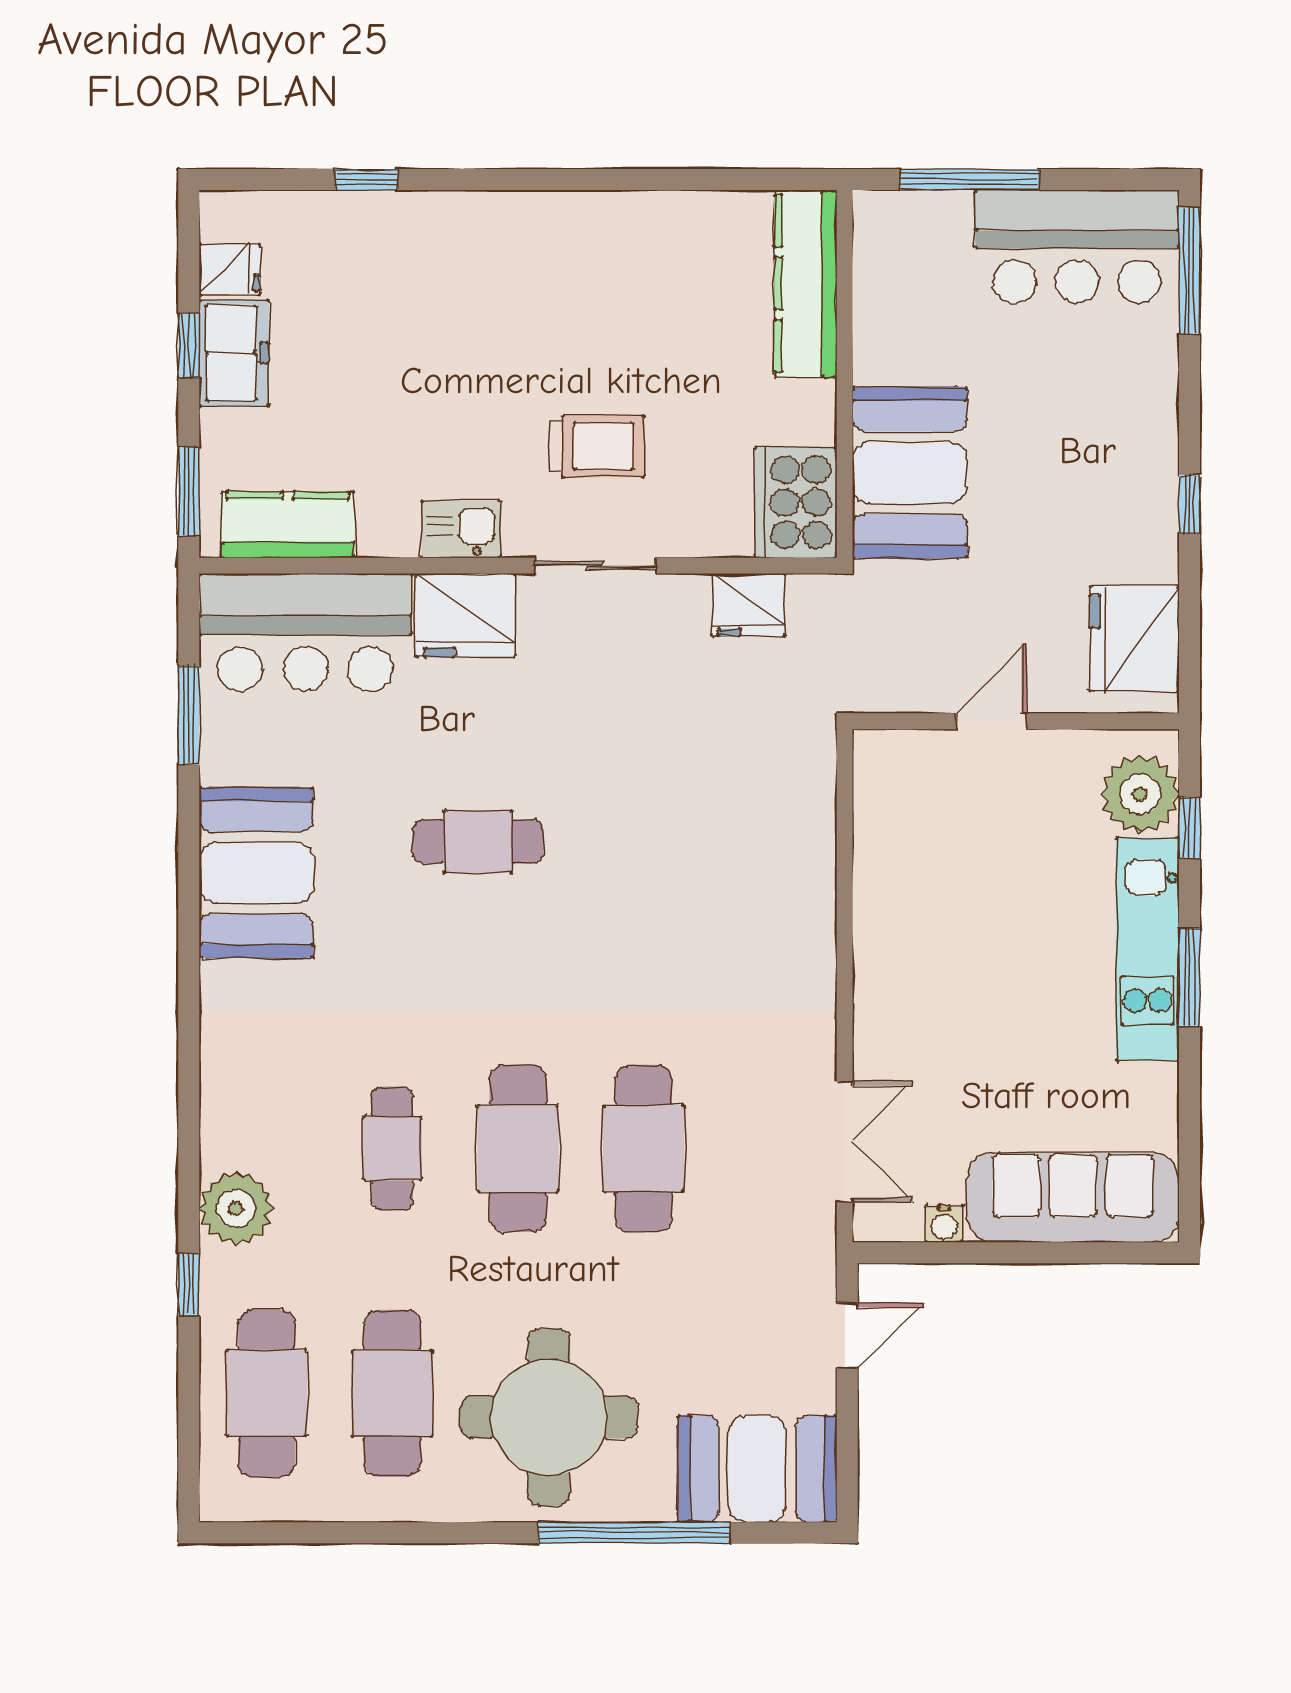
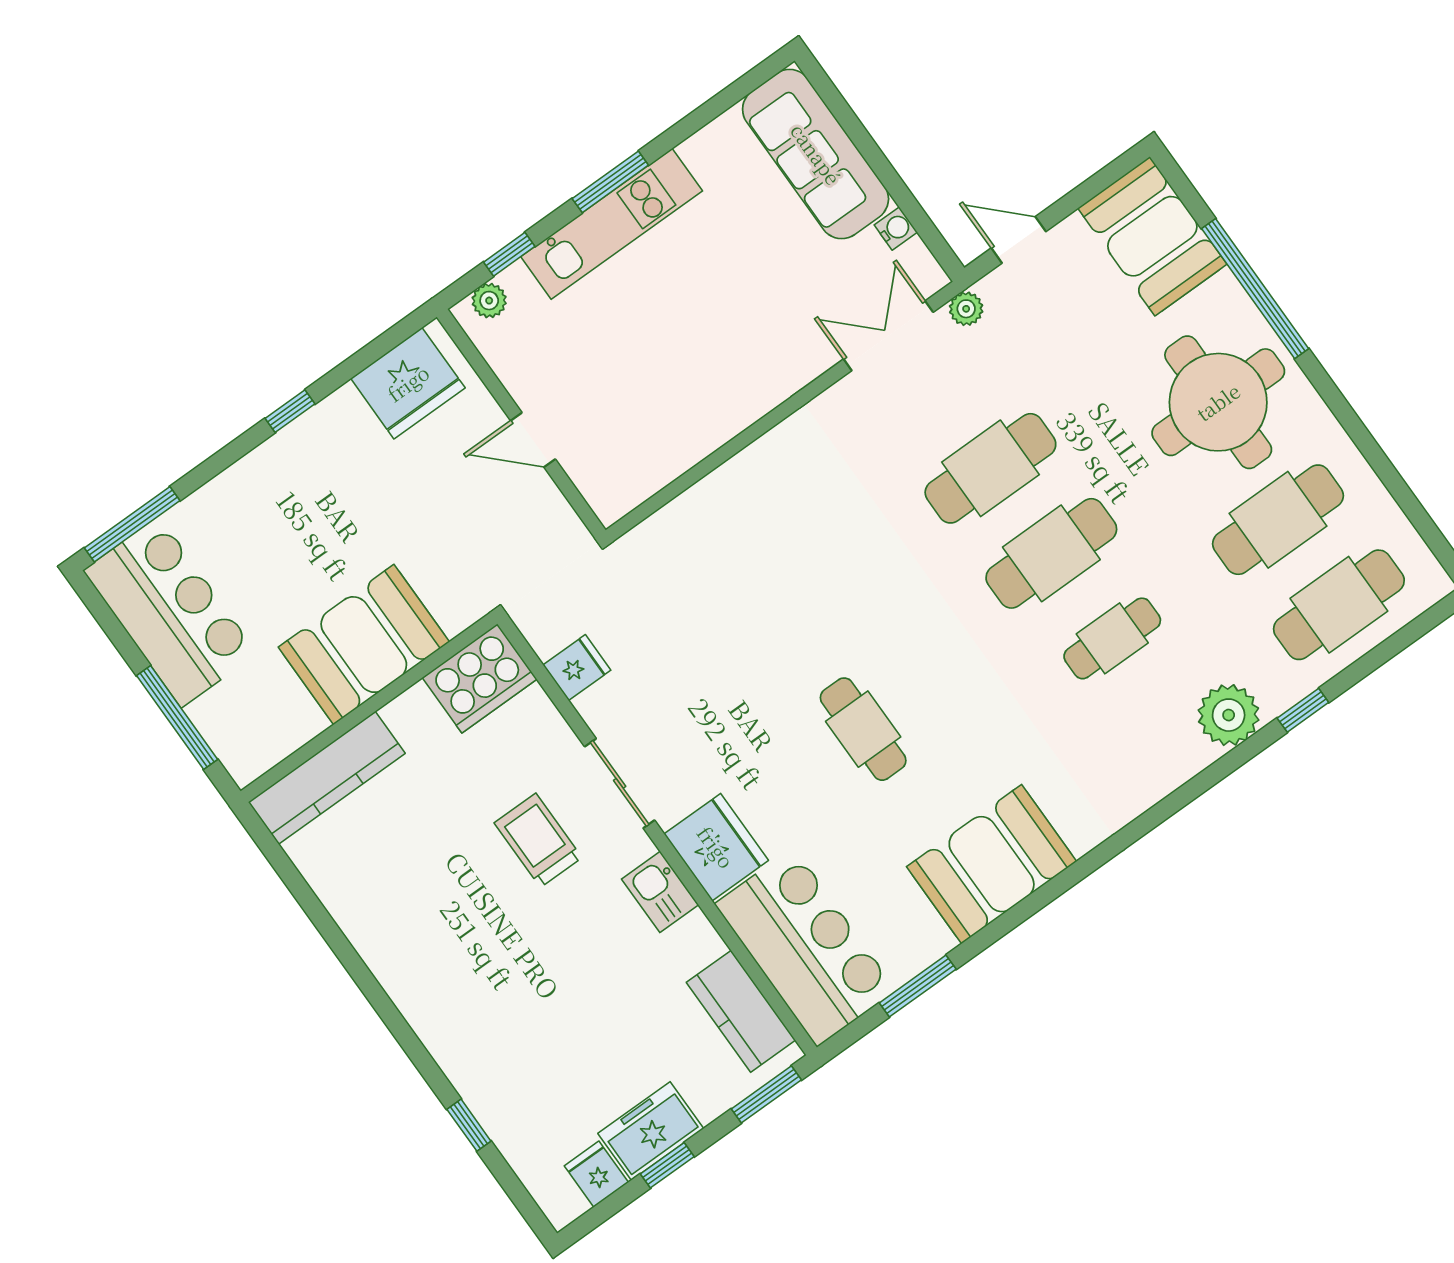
booth: (910, 473) -> (364, 645), moved
fridge: (748, 605) -> (577, 668), width x0.72
plant: (1140, 794) -> (489, 301), width x0.53, depth x0.53
plant: (817, 1236) -> (966, 309), added

